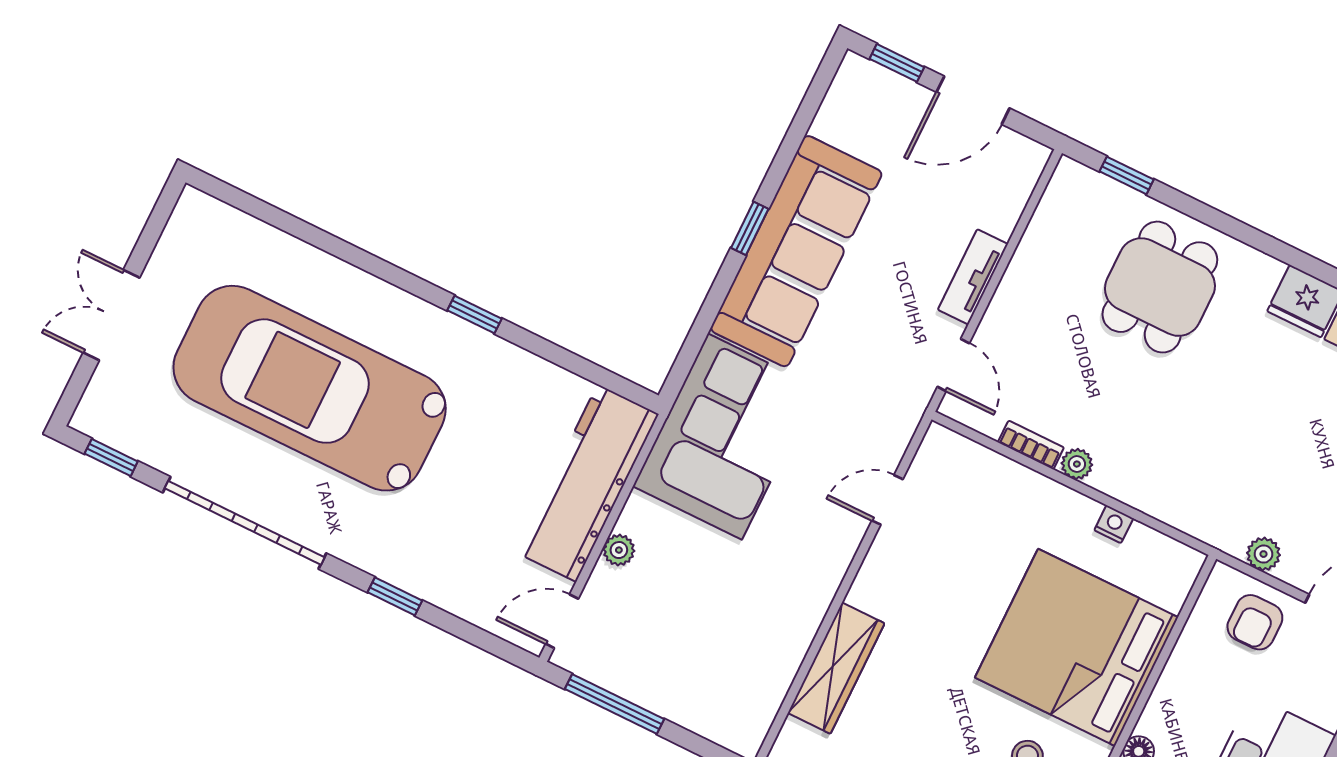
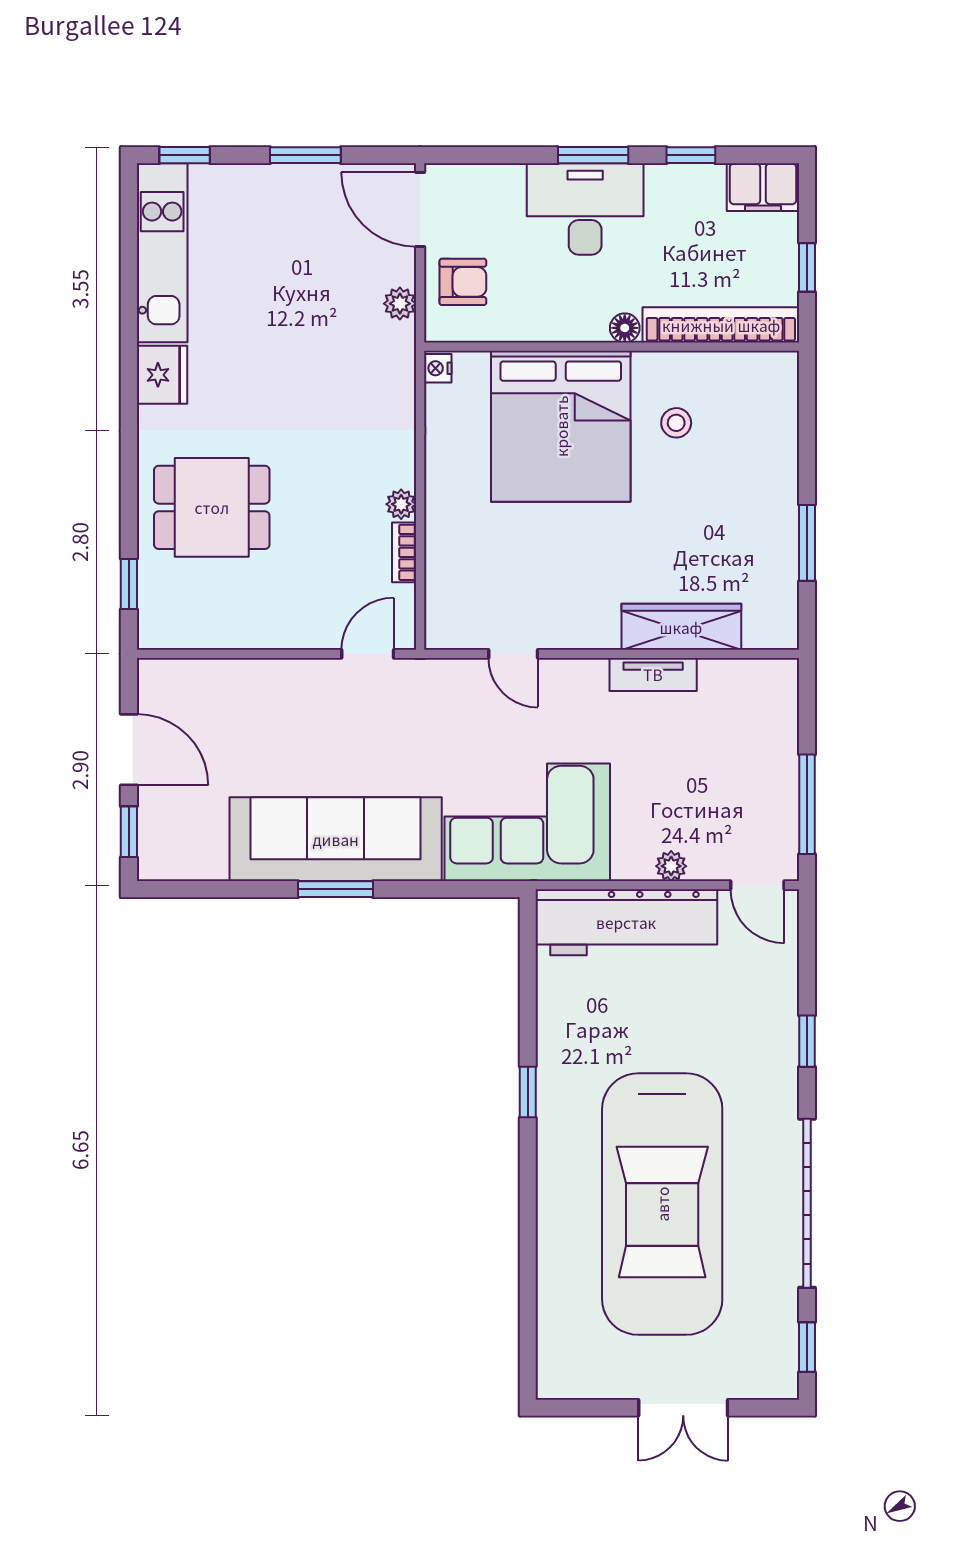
window: (750, 228) -> (336, 889), width x1.50
tv unit: (973, 277) -> (653, 674), moved
nightstand: (1114, 524) -> (438, 368), moved

